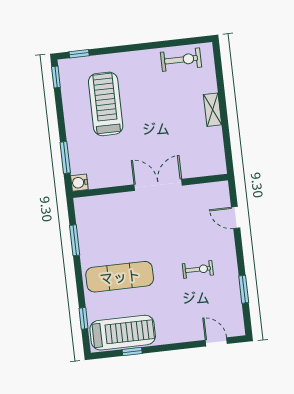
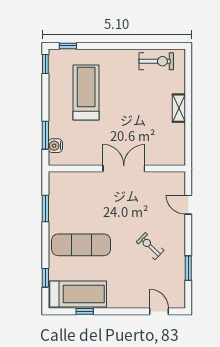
water cooler: (79, 183) -> (55, 146), moved
exercise bike: (198, 269) -> (150, 246), turned -136

